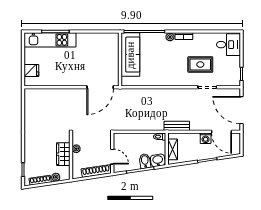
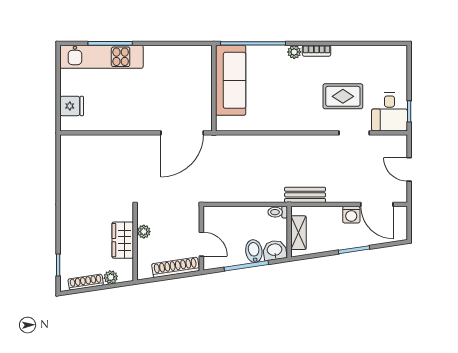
desk: (228, 45) -> (389, 112), moved, turned 90
door: (242, 110) -> (409, 169), width x0.53

